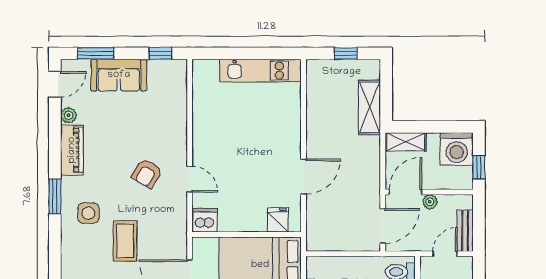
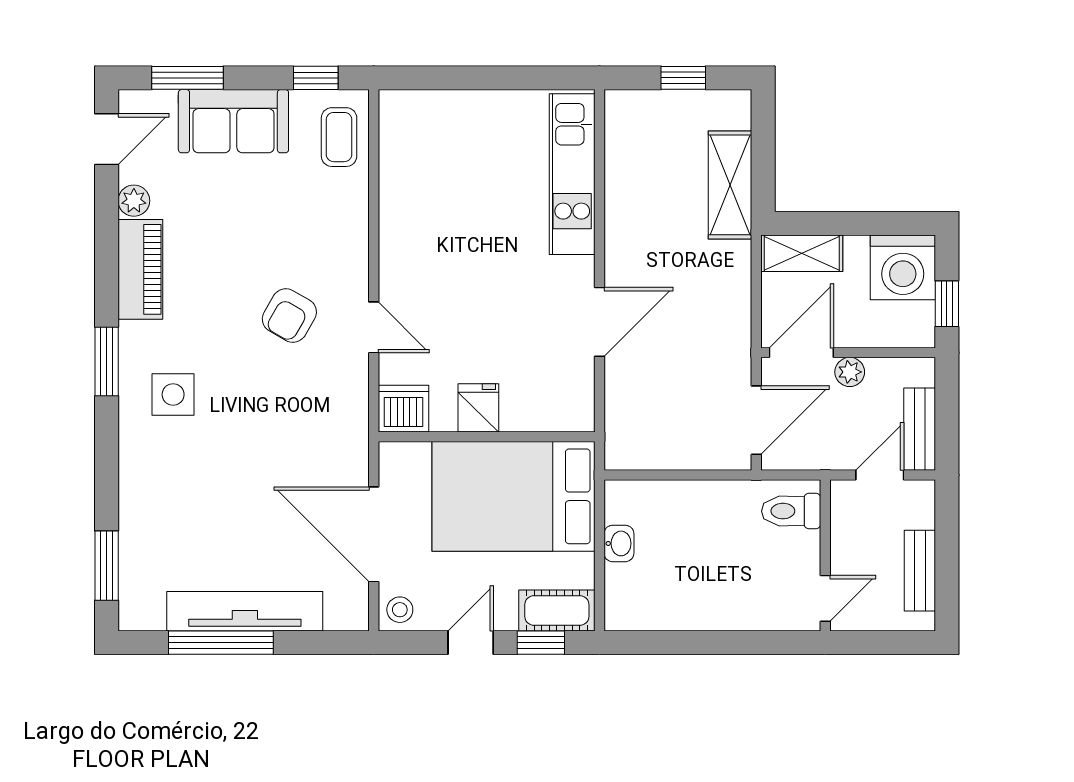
kitchen unit: (261, 71) -> (572, 174), moved, turned 90
fridge: (278, 220) -> (478, 408), moved
coffee table: (125, 241) -> (339, 137), moved, width x0.73, depth x0.77

